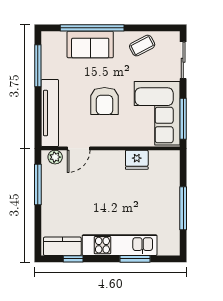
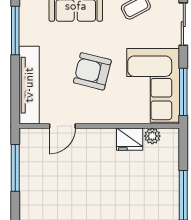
armchair: (105, 101) -> (92, 71), turned 104
plant: (55, 157) -> (152, 136), moved

